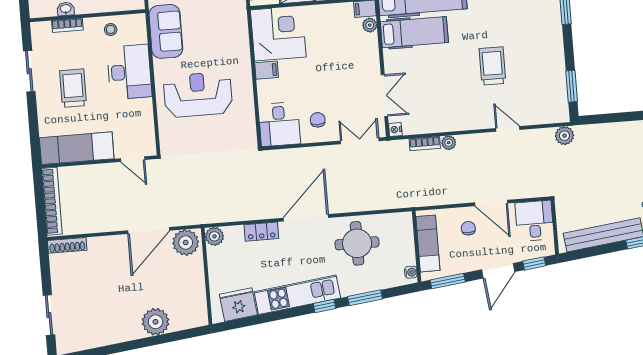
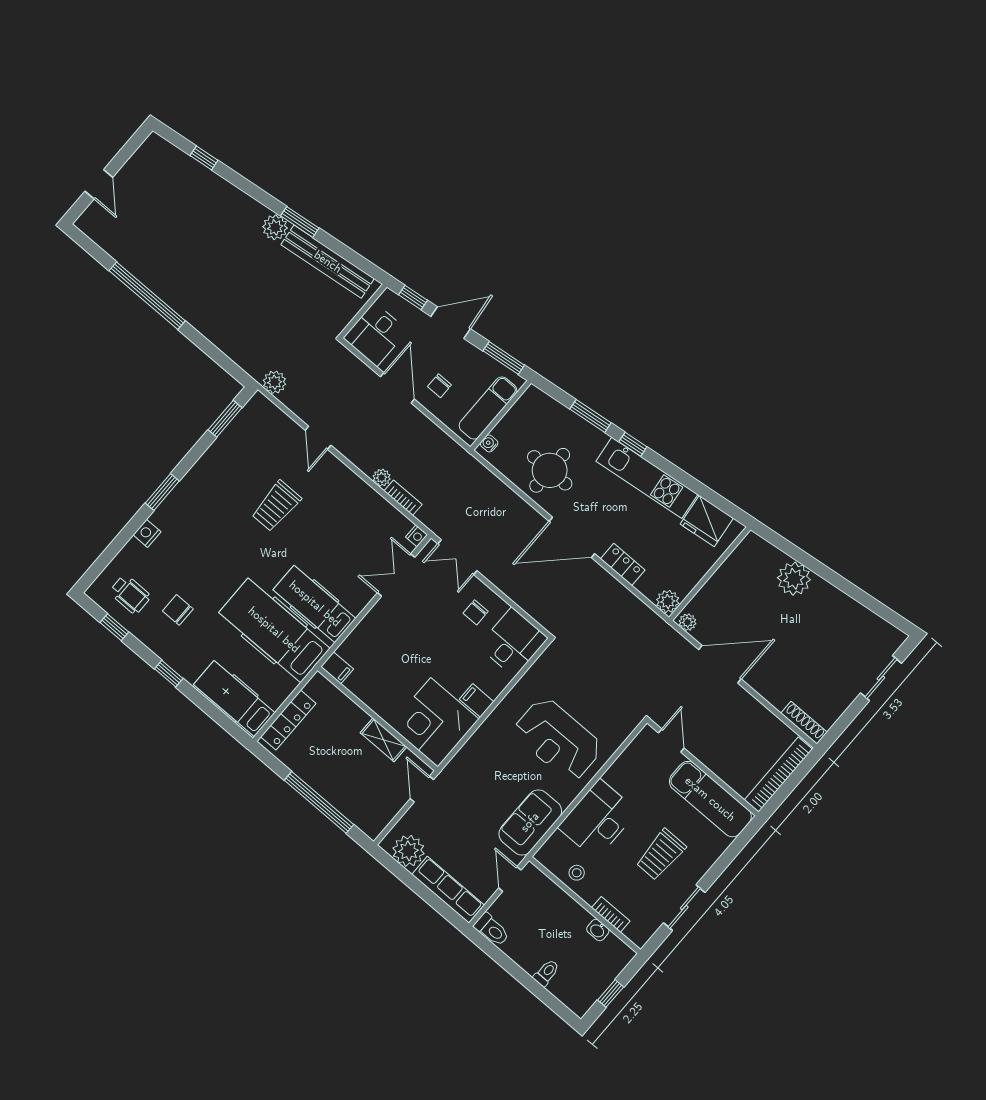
plant: (370, 25) -> (347, 649), removed
plant: (186, 242) -> (688, 622), width x0.53, depth x0.53
water cooler: (411, 272) -> (489, 443), moved

